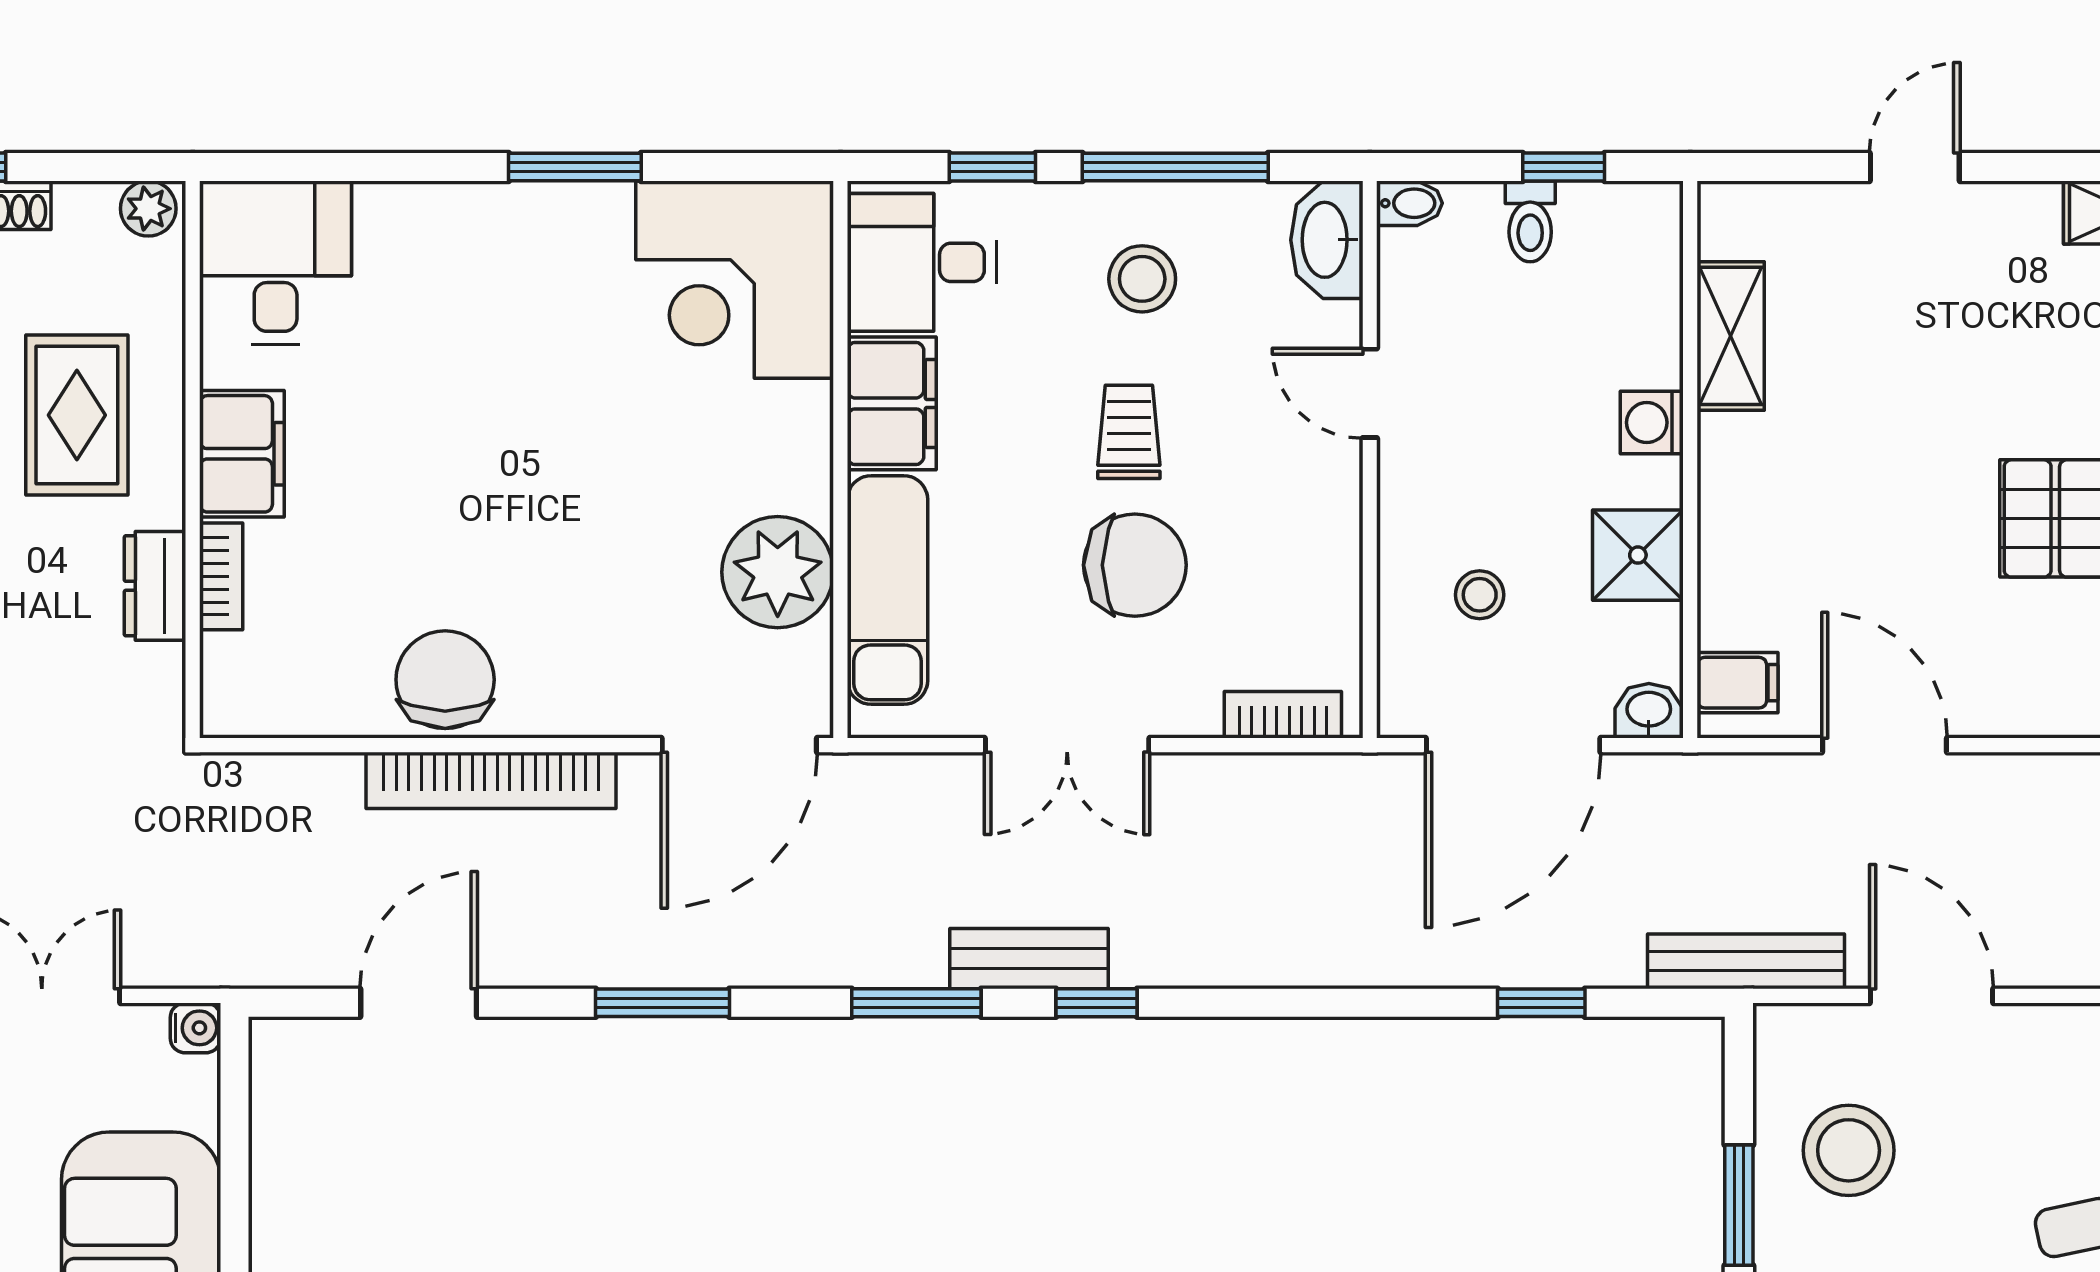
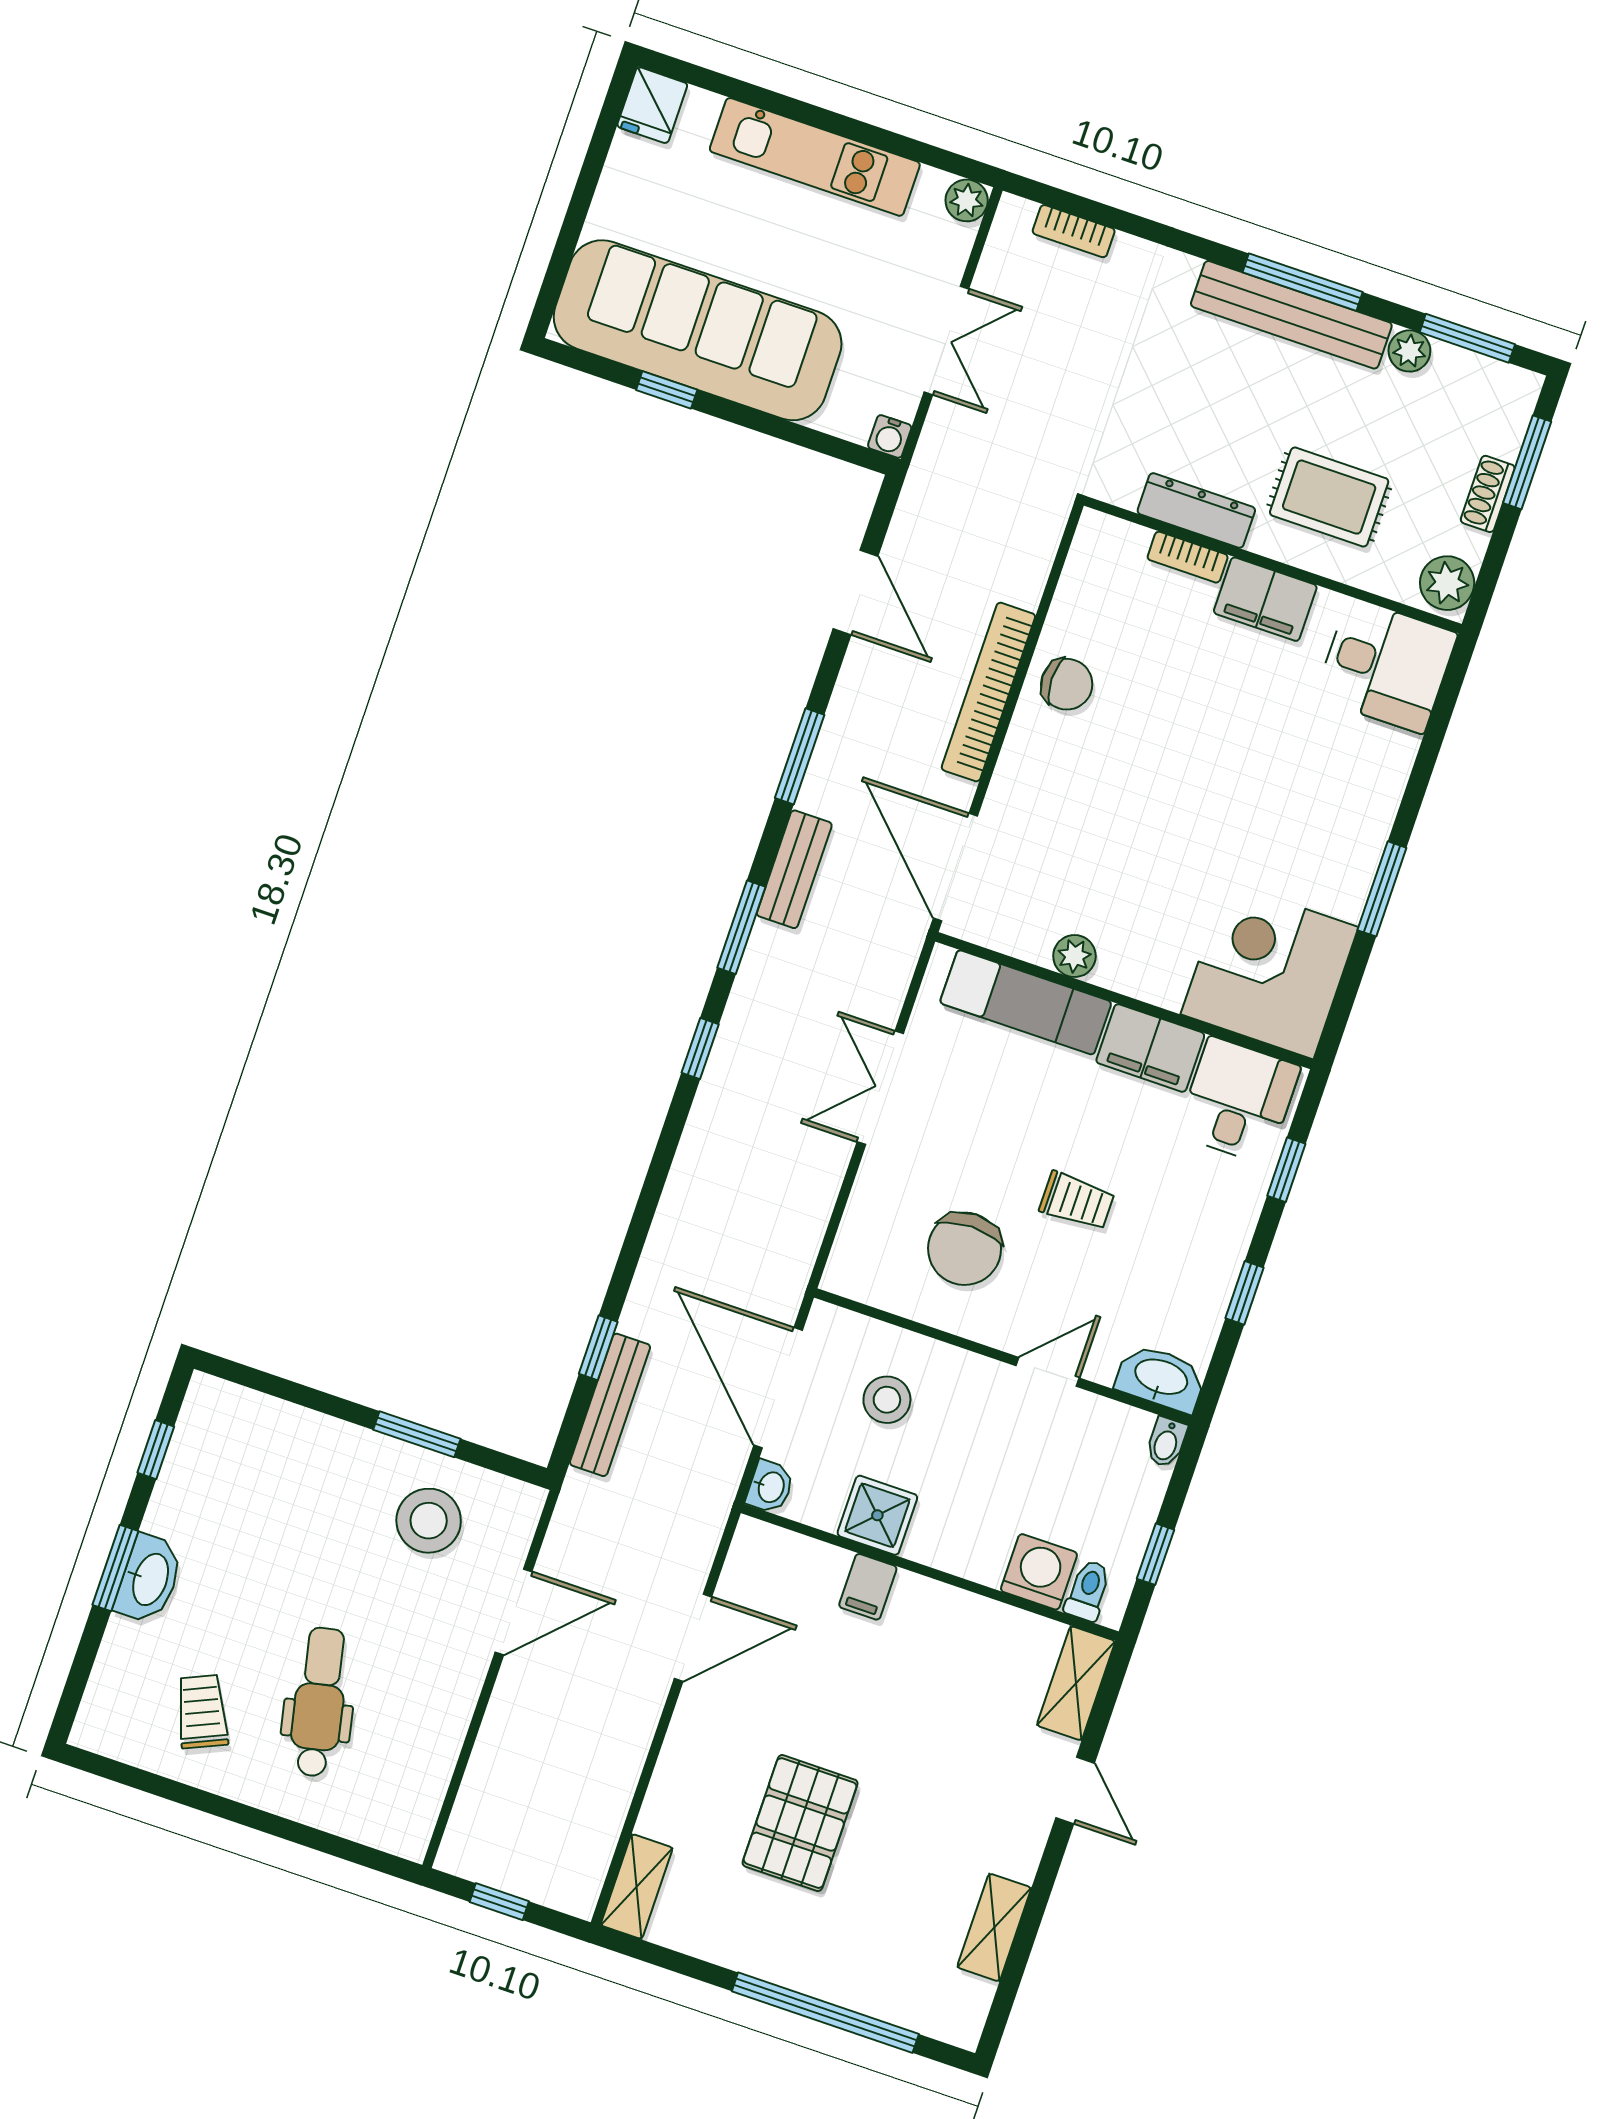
window: (1175, 167) -> (1244, 1293), width x0.46
plant: (148, 209) -> (1447, 583), width x1.38, depth x1.38
toilet: (1530, 221) -> (1088, 1591), moved, turned 90
stool: (1142, 279) -> (1177, 1245), removed
shelving: (1731, 336) -> (1076, 1683), moved, turned 90
washing machine: (1652, 423) -> (1039, 1572), moved, width x1.38, depth x1.38
chair: (1135, 565) -> (965, 1249), moved
plant: (778, 572) -> (1074, 956), width x0.53, depth x0.53
dresser: (155, 586) -> (1196, 511), width x1.44
stool: (1480, 595) -> (887, 1400), width x1.37, depth x1.37
chair: (445, 680) -> (1067, 684), width x0.73, depth x0.73
filing cabinet: (1737, 683) -> (868, 1587), moved
bookcase: (1283, 715) -> (851, 1240), removed
bench: (1029, 959) -> (794, 869), moved
bench: (1746, 961) -> (610, 1405), moved

